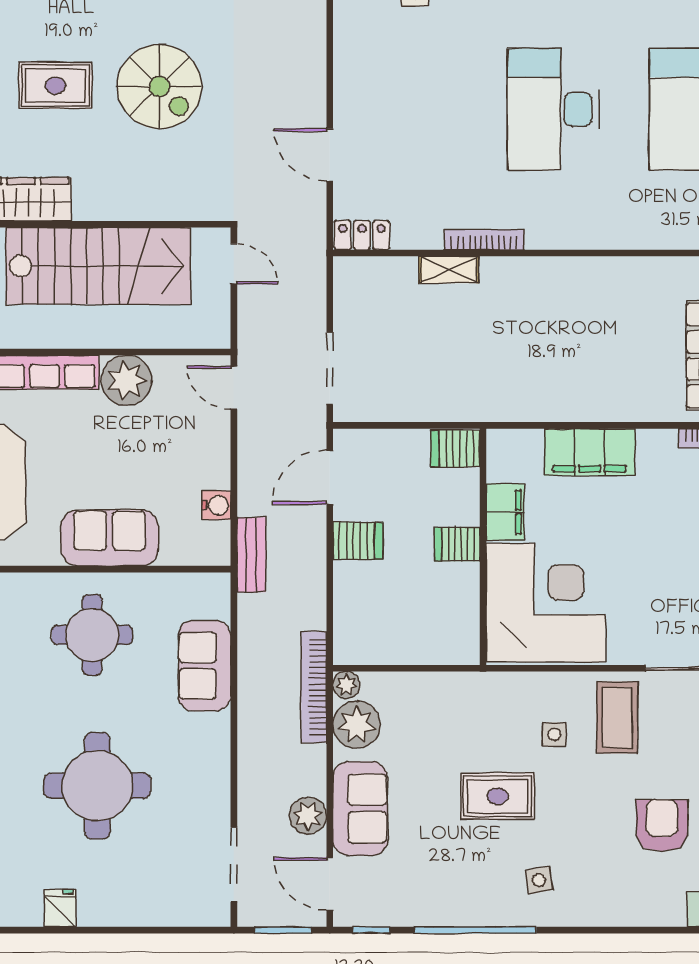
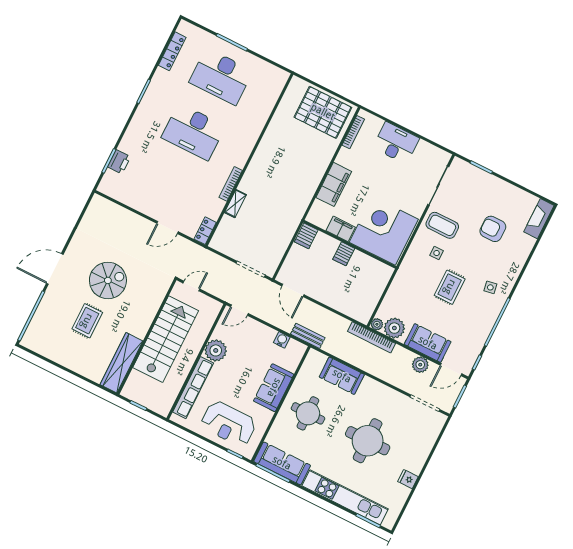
server rack: (358, 541) -> (323, 292), removed

